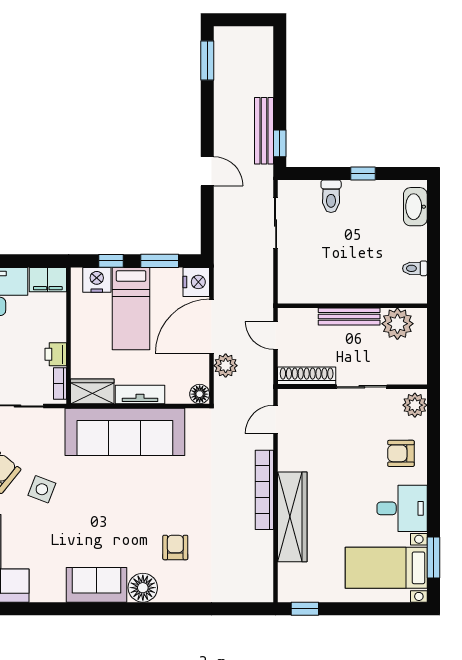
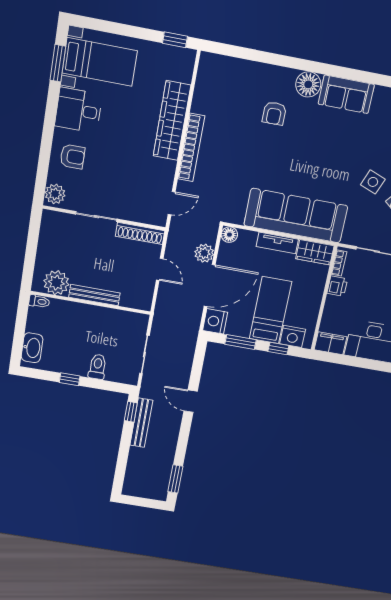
wall: (352, 306) -> (91, 303), moved
bench: (349, 316) -> (94, 295), moved
plant: (397, 324) -> (56, 283), moved

